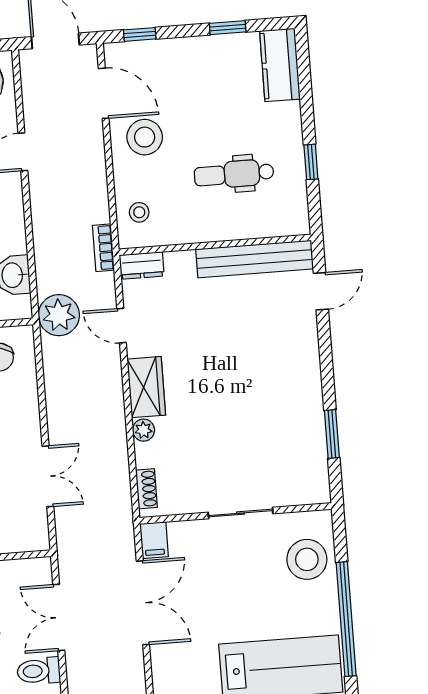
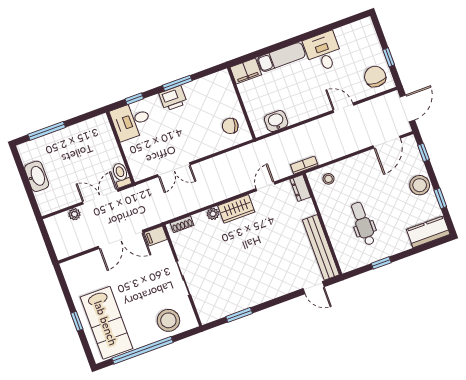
stool: (145, 137) -> (420, 185), moved
plant: (59, 315) -> (75, 214), moved, width x0.53, depth x0.53
toilet: (39, 671) -> (121, 175), moved

